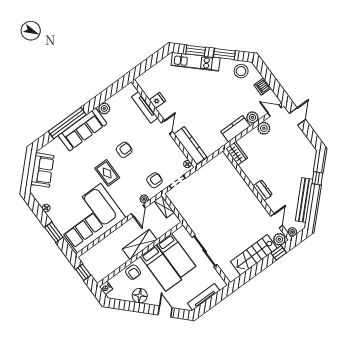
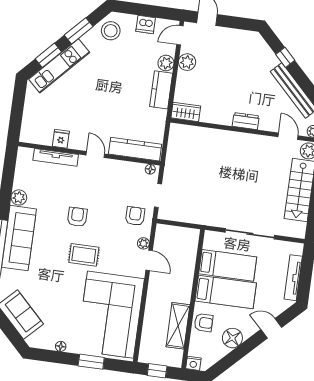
shelving: (164, 207) -> (170, 231), removed
shelving: (140, 244) -> (178, 326), moved

